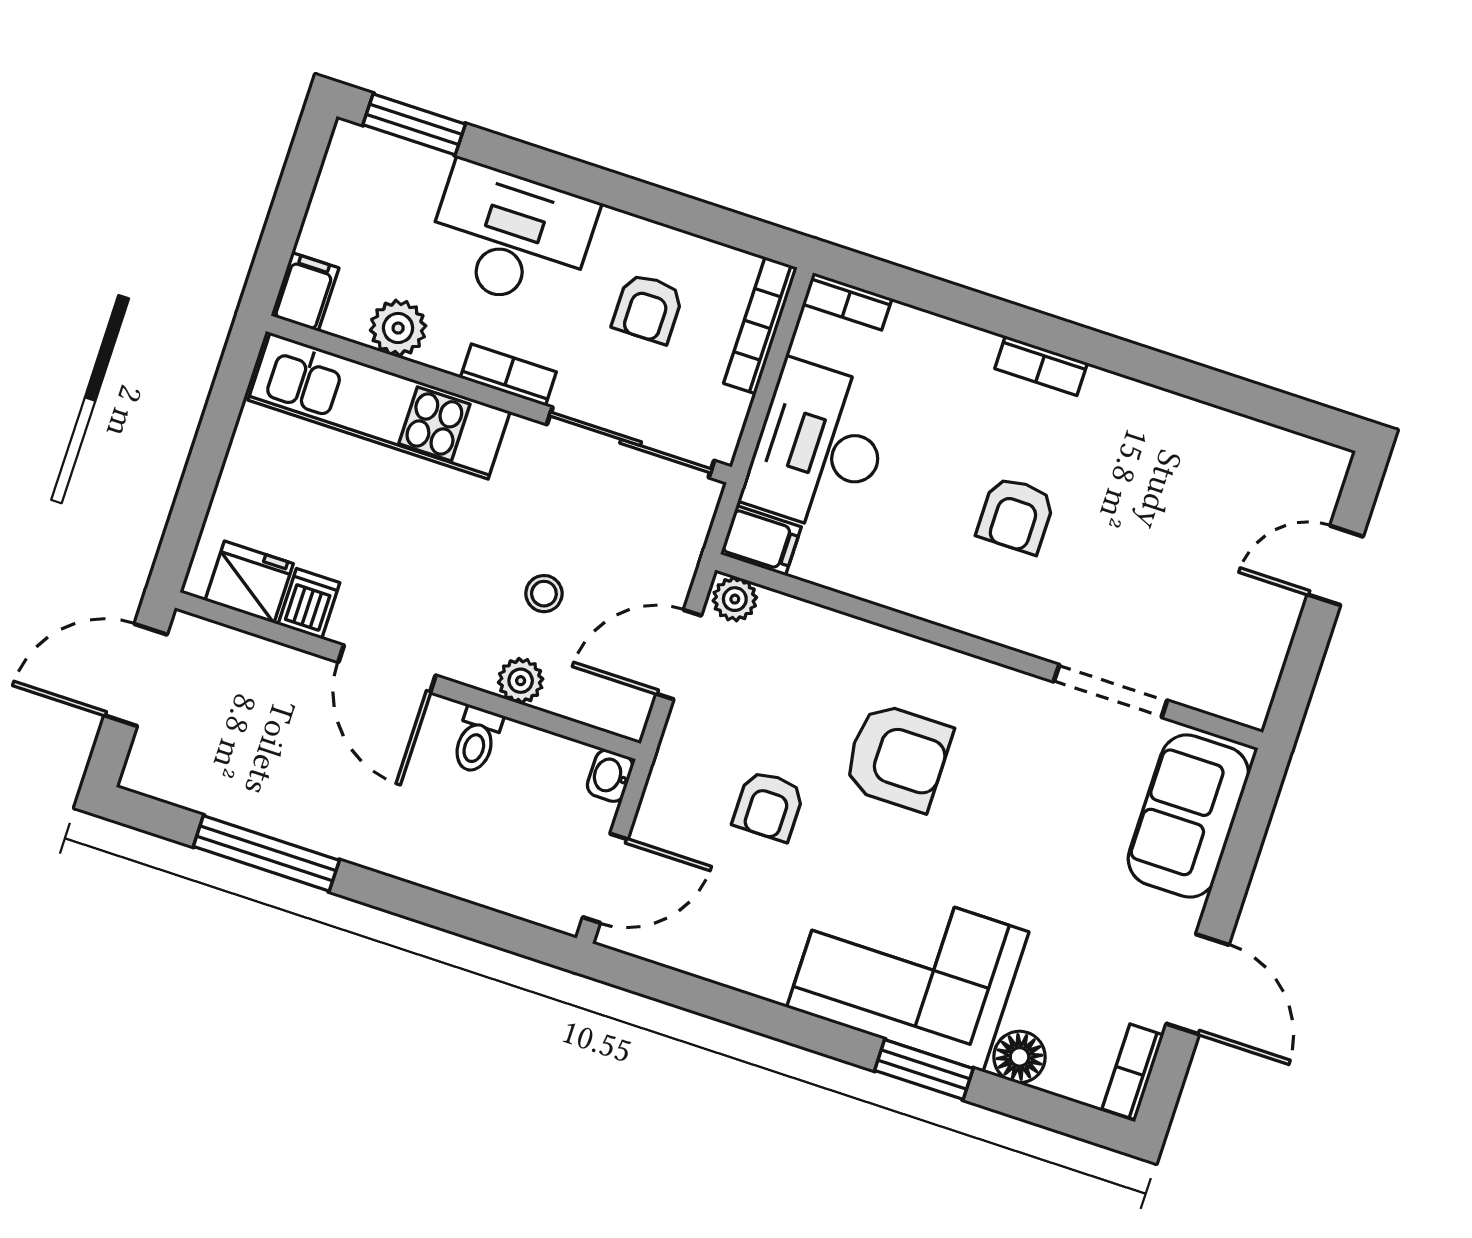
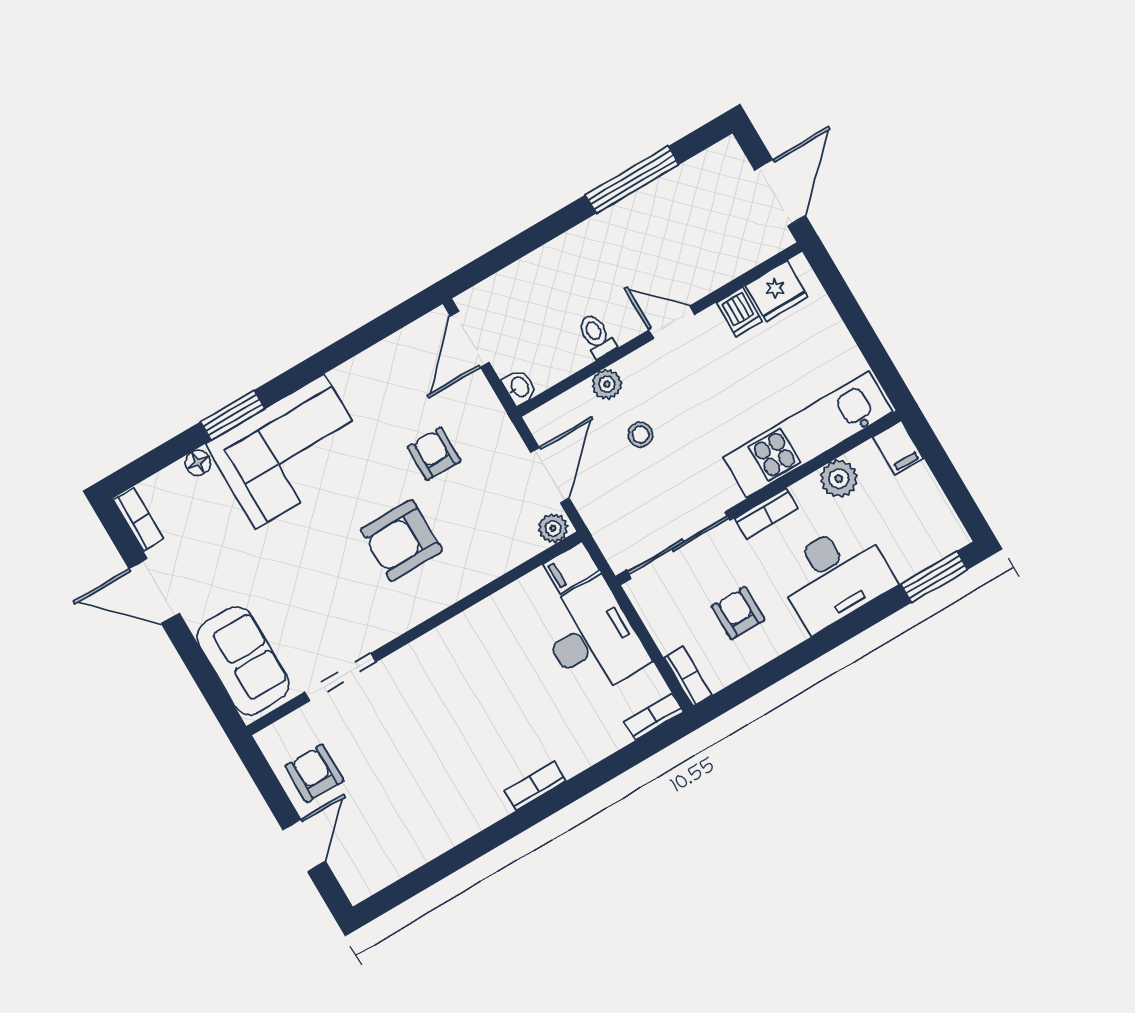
bookcase: (760, 325) -> (688, 676), width x0.64
armchair: (1016, 515) -> (314, 773), moved
door: (387, 669) -> (672, 322), width x0.73
floor lamp: (1020, 1057) -> (198, 463), width x0.73, depth x0.73

